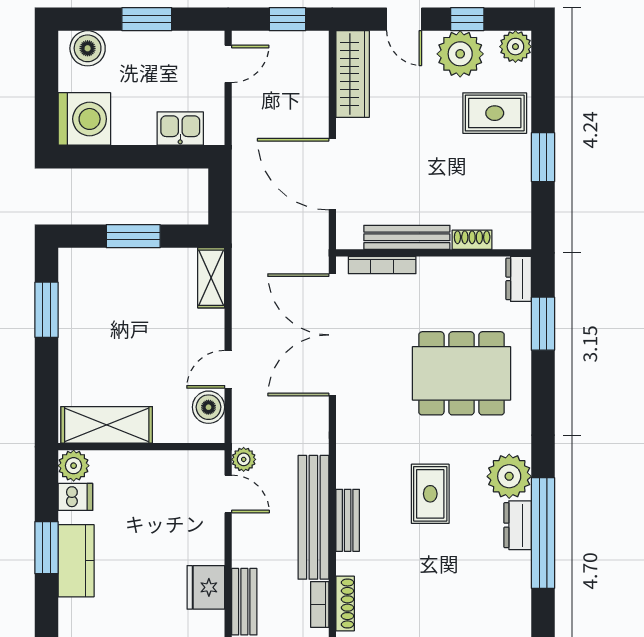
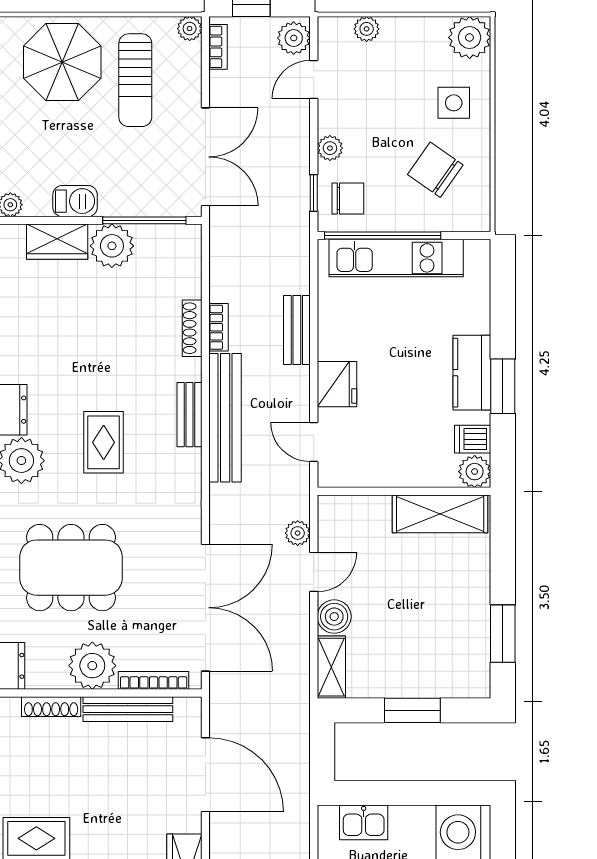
shoe rack: (472, 240) -> (51, 707), width x1.43
plant: (441, 279) -> (92, 666), added
boiler: (208, 407) -> (334, 617), moved
plant: (244, 459) -> (298, 533), moved
fridge: (206, 587) -> (337, 384), moved

